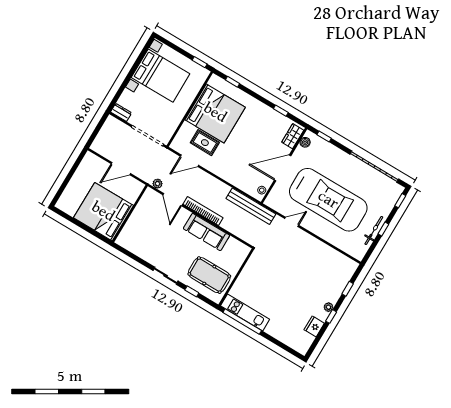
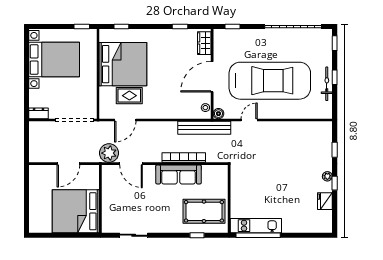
boiler: (305, 142) -> (218, 114), moved
plant: (158, 184) -> (109, 153), width x1.88, depth x1.88
bookcase: (203, 211) -> (184, 158), moved
sliding door: (166, 276) -> (134, 235), moved

